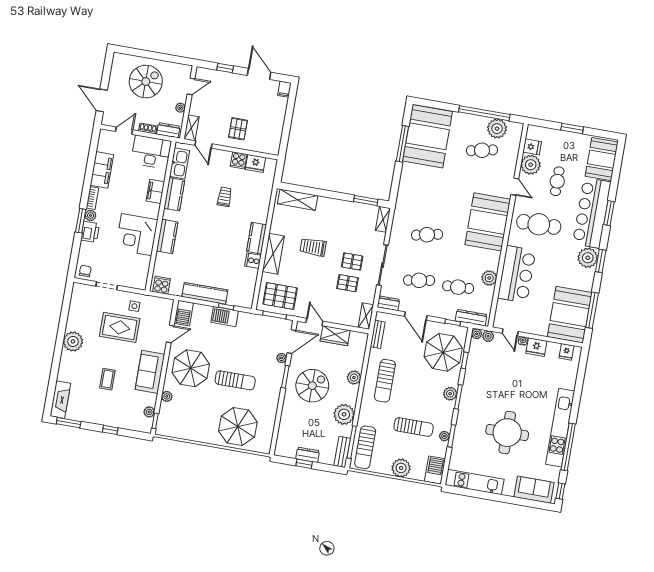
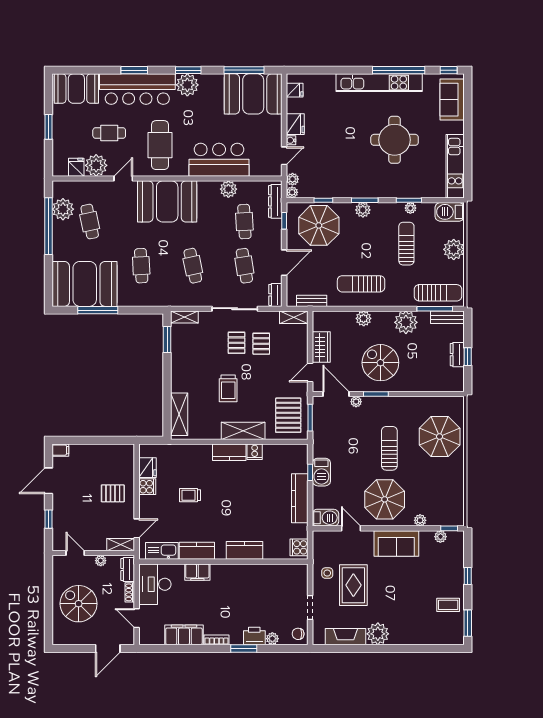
cafe table: (435, 189) -> (141, 266), added
plant: (91, 216) -> (272, 639), moved
corner desk: (137, 235) -> (248, 584), removed
coffee table: (107, 379) -> (448, 605), moved
sun lounger: (385, 381) -> (361, 284), turned 180
fireplace: (60, 400) -> (346, 637), moved

